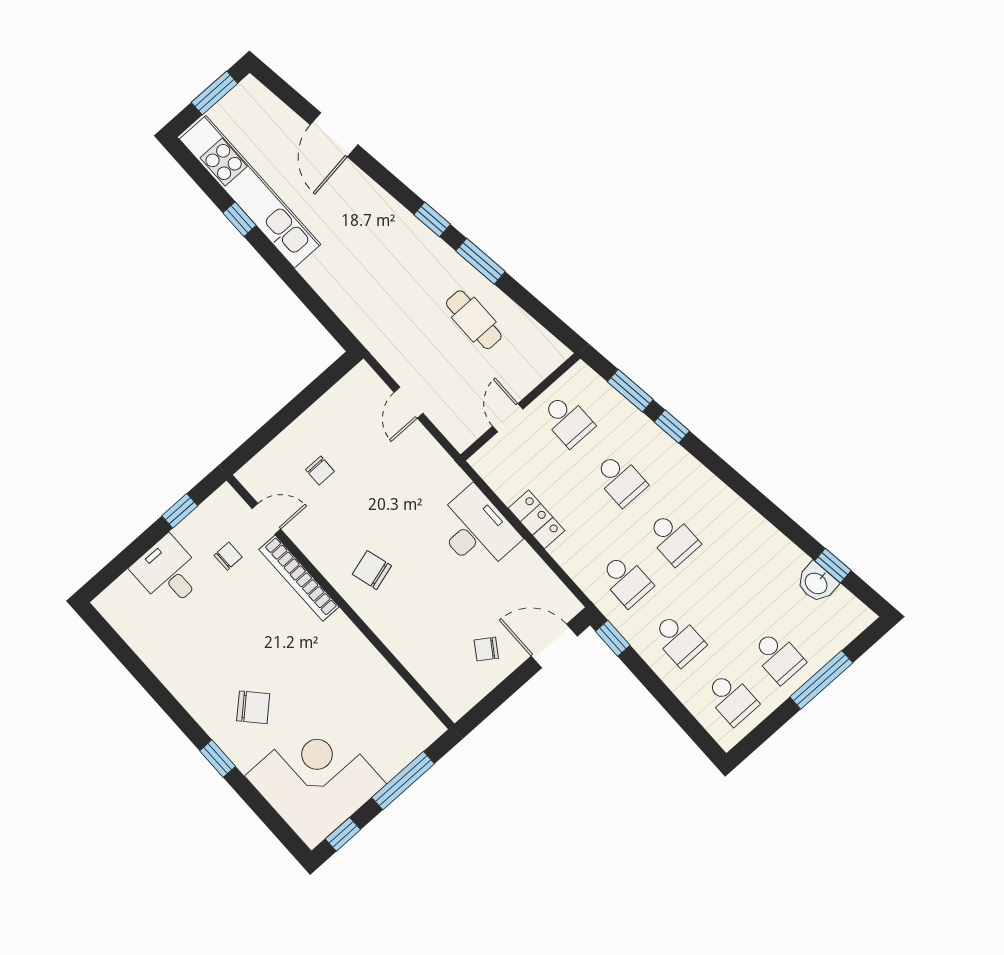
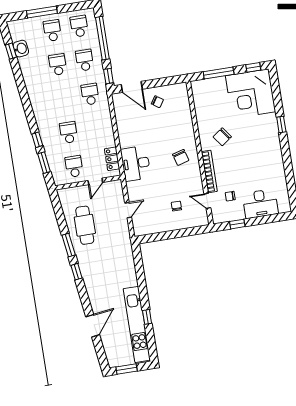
cafe table: (474, 320) -> (85, 225), width x1.37, depth x1.35
locker: (536, 519) -> (112, 159), moved
desk: (476, 530) -> (136, 163), moved
school desk: (673, 539) -> (58, 64), moved
desk: (168, 572) -> (260, 204), width x1.37
window: (672, 704) -> (102, 38), added
chair: (253, 707) -> (222, 137), moved, turned -83

